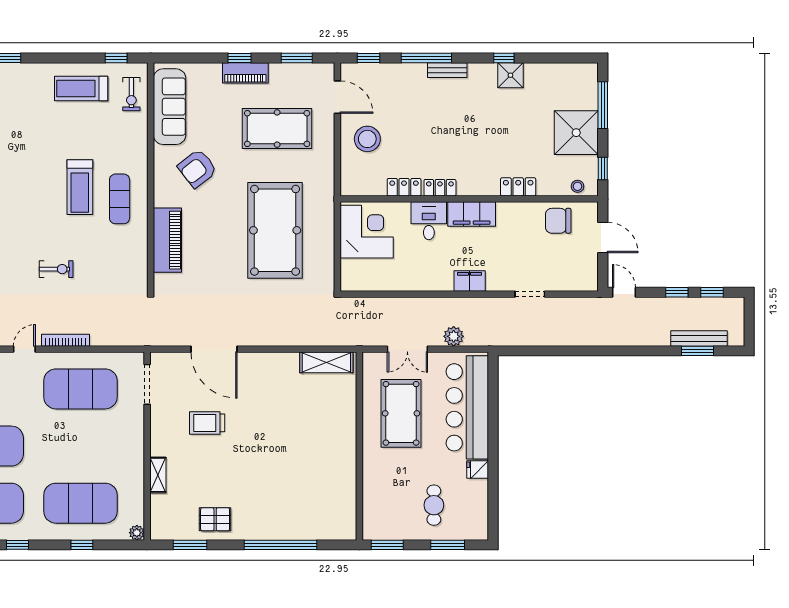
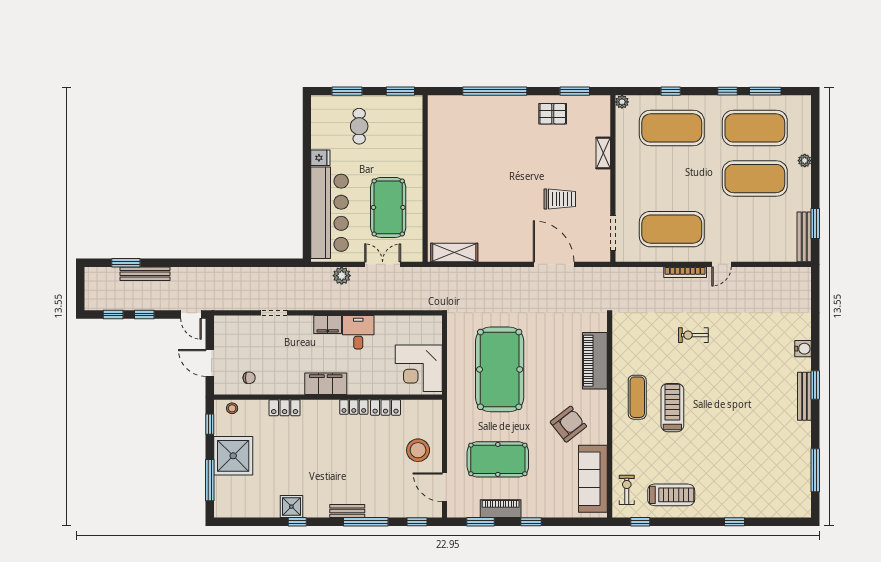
piano: (245, 73) -> (501, 509), moved
desk: (429, 221) -> (358, 332), moved, turned 180
chair: (558, 221) -> (249, 378), width x0.54, depth x0.54
bench: (699, 338) -> (145, 274), moved

